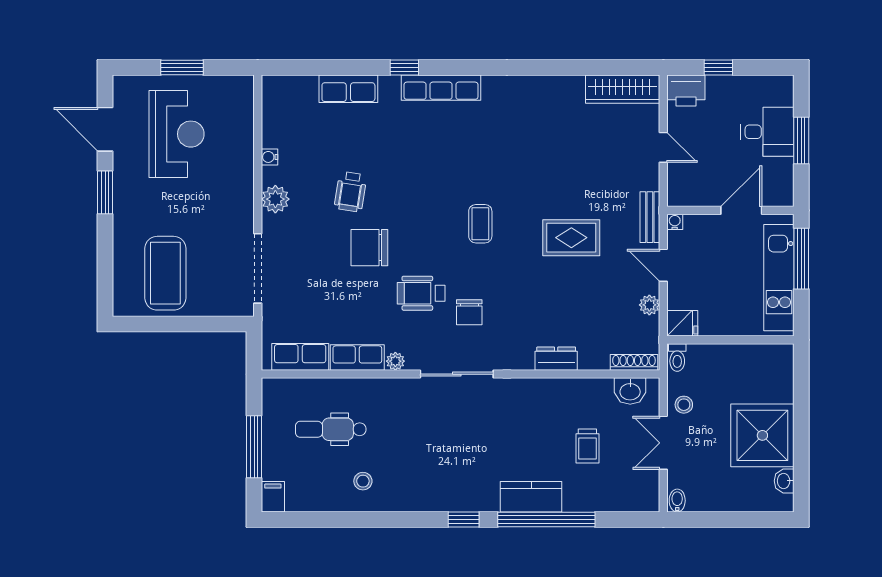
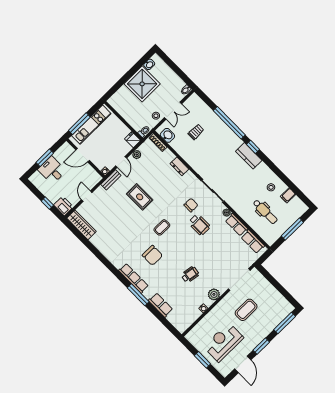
window: (404, 67) -> (138, 295), width x2.17
chair: (369, 248) -> (152, 255), moved
window: (105, 273) -> (285, 323), added
coffee table: (165, 273) -> (246, 310), moved, width x0.73, depth x0.76
filing cabinet: (273, 497) -> (288, 195), moved
kitchen counter: (531, 497) -> (249, 156), moved

